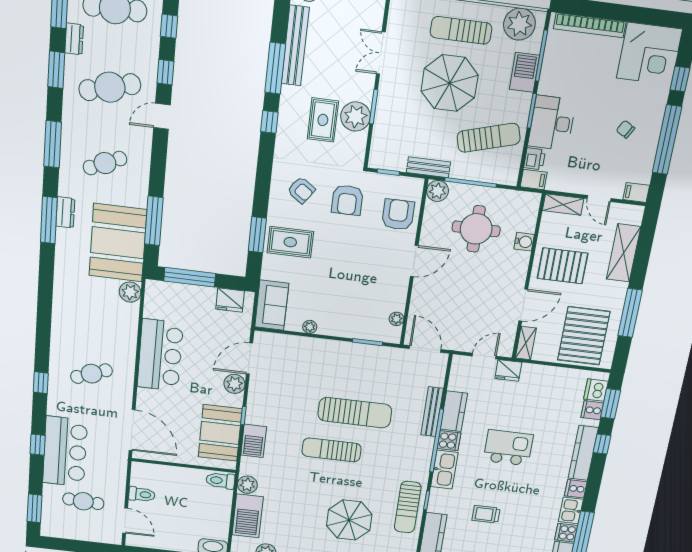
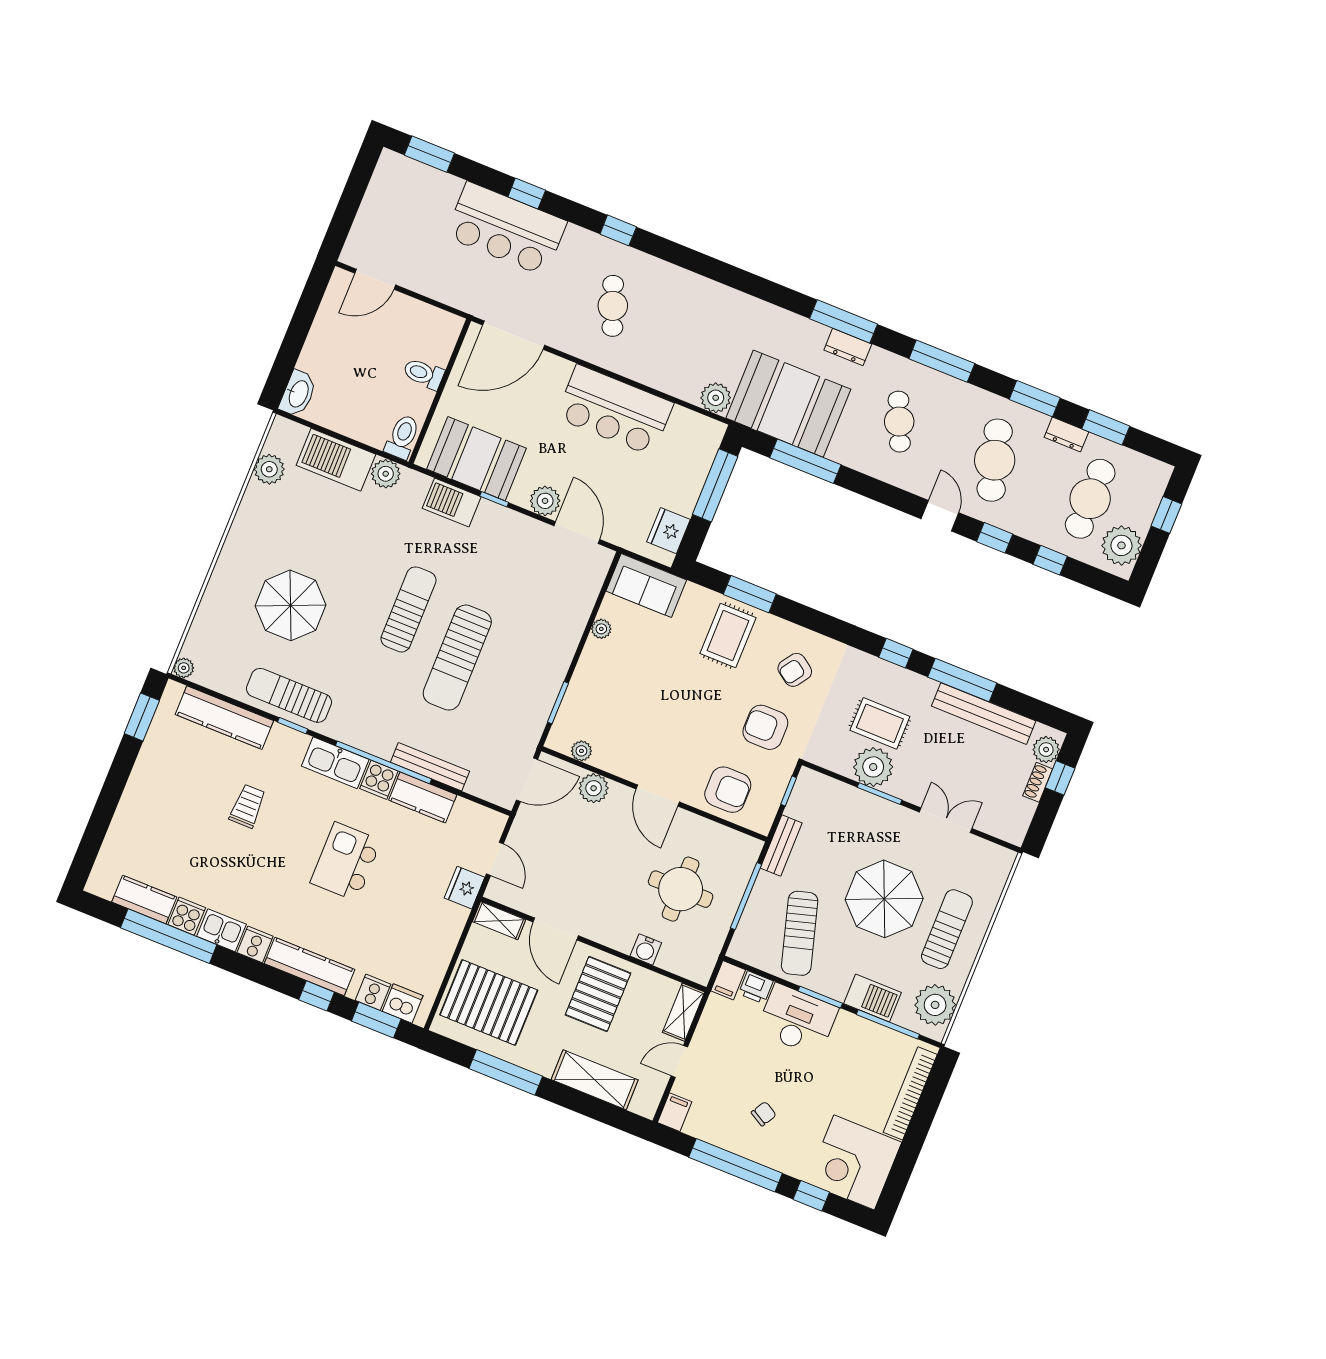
plant: (438, 191) -> (594, 788), moved
kitchen island: (508, 448) -> (346, 862), turned 180
toilet: (142, 494) -> (424, 374), moved, turned 90
cafe table: (83, 501) -> (422, 229), removed

